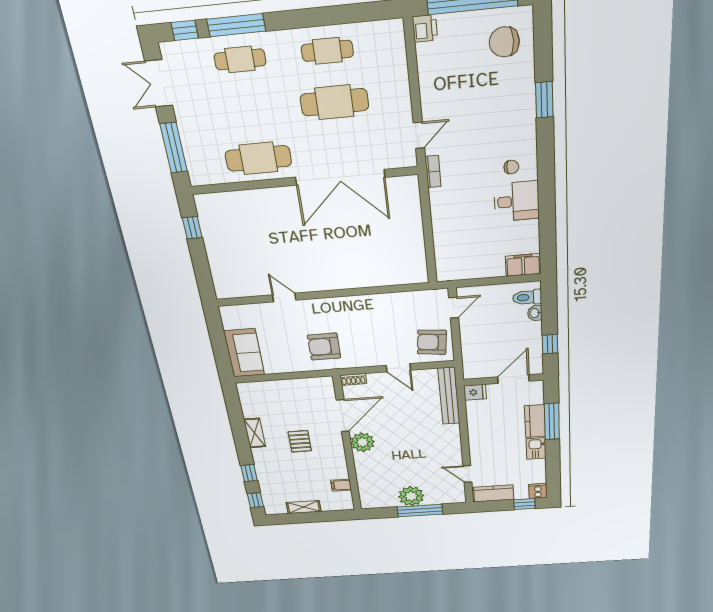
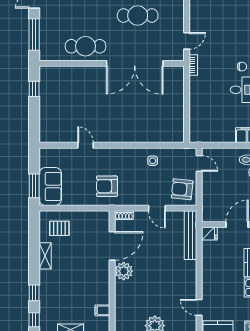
door: (454, 308) -> (199, 163), hinge flipped
side table: (385, 310) -> (153, 161), added
window: (221, 354) -> (34, 186), added
pallet: (300, 441) -> (59, 228), moved, turned 90

